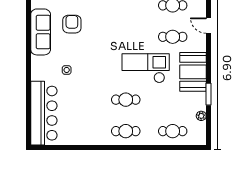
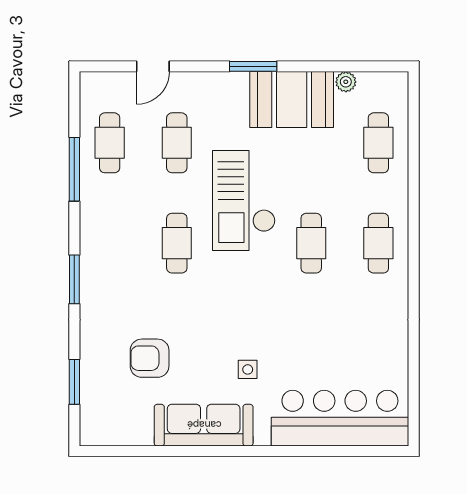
sofa: (41, 32) -> (204, 425), moved
cafe table: (126, 37) -> (177, 243), added
booth: (193, 72) -> (292, 100), moved
window: (208, 94) -> (253, 66), moved

